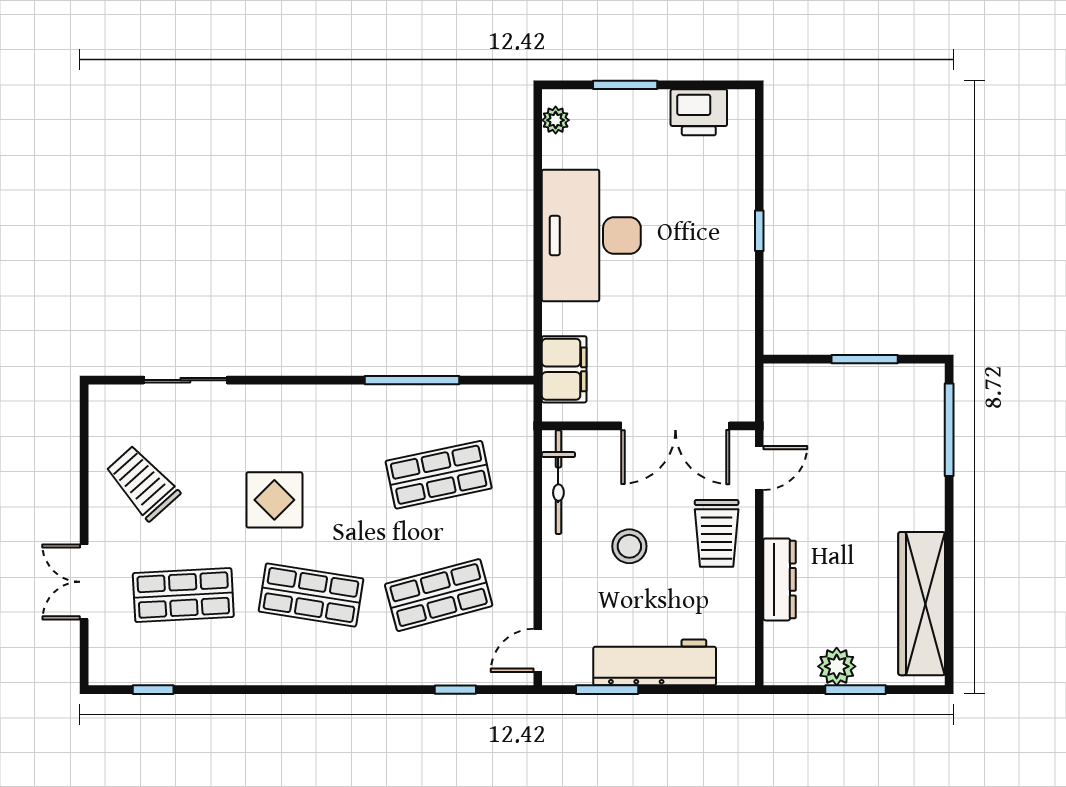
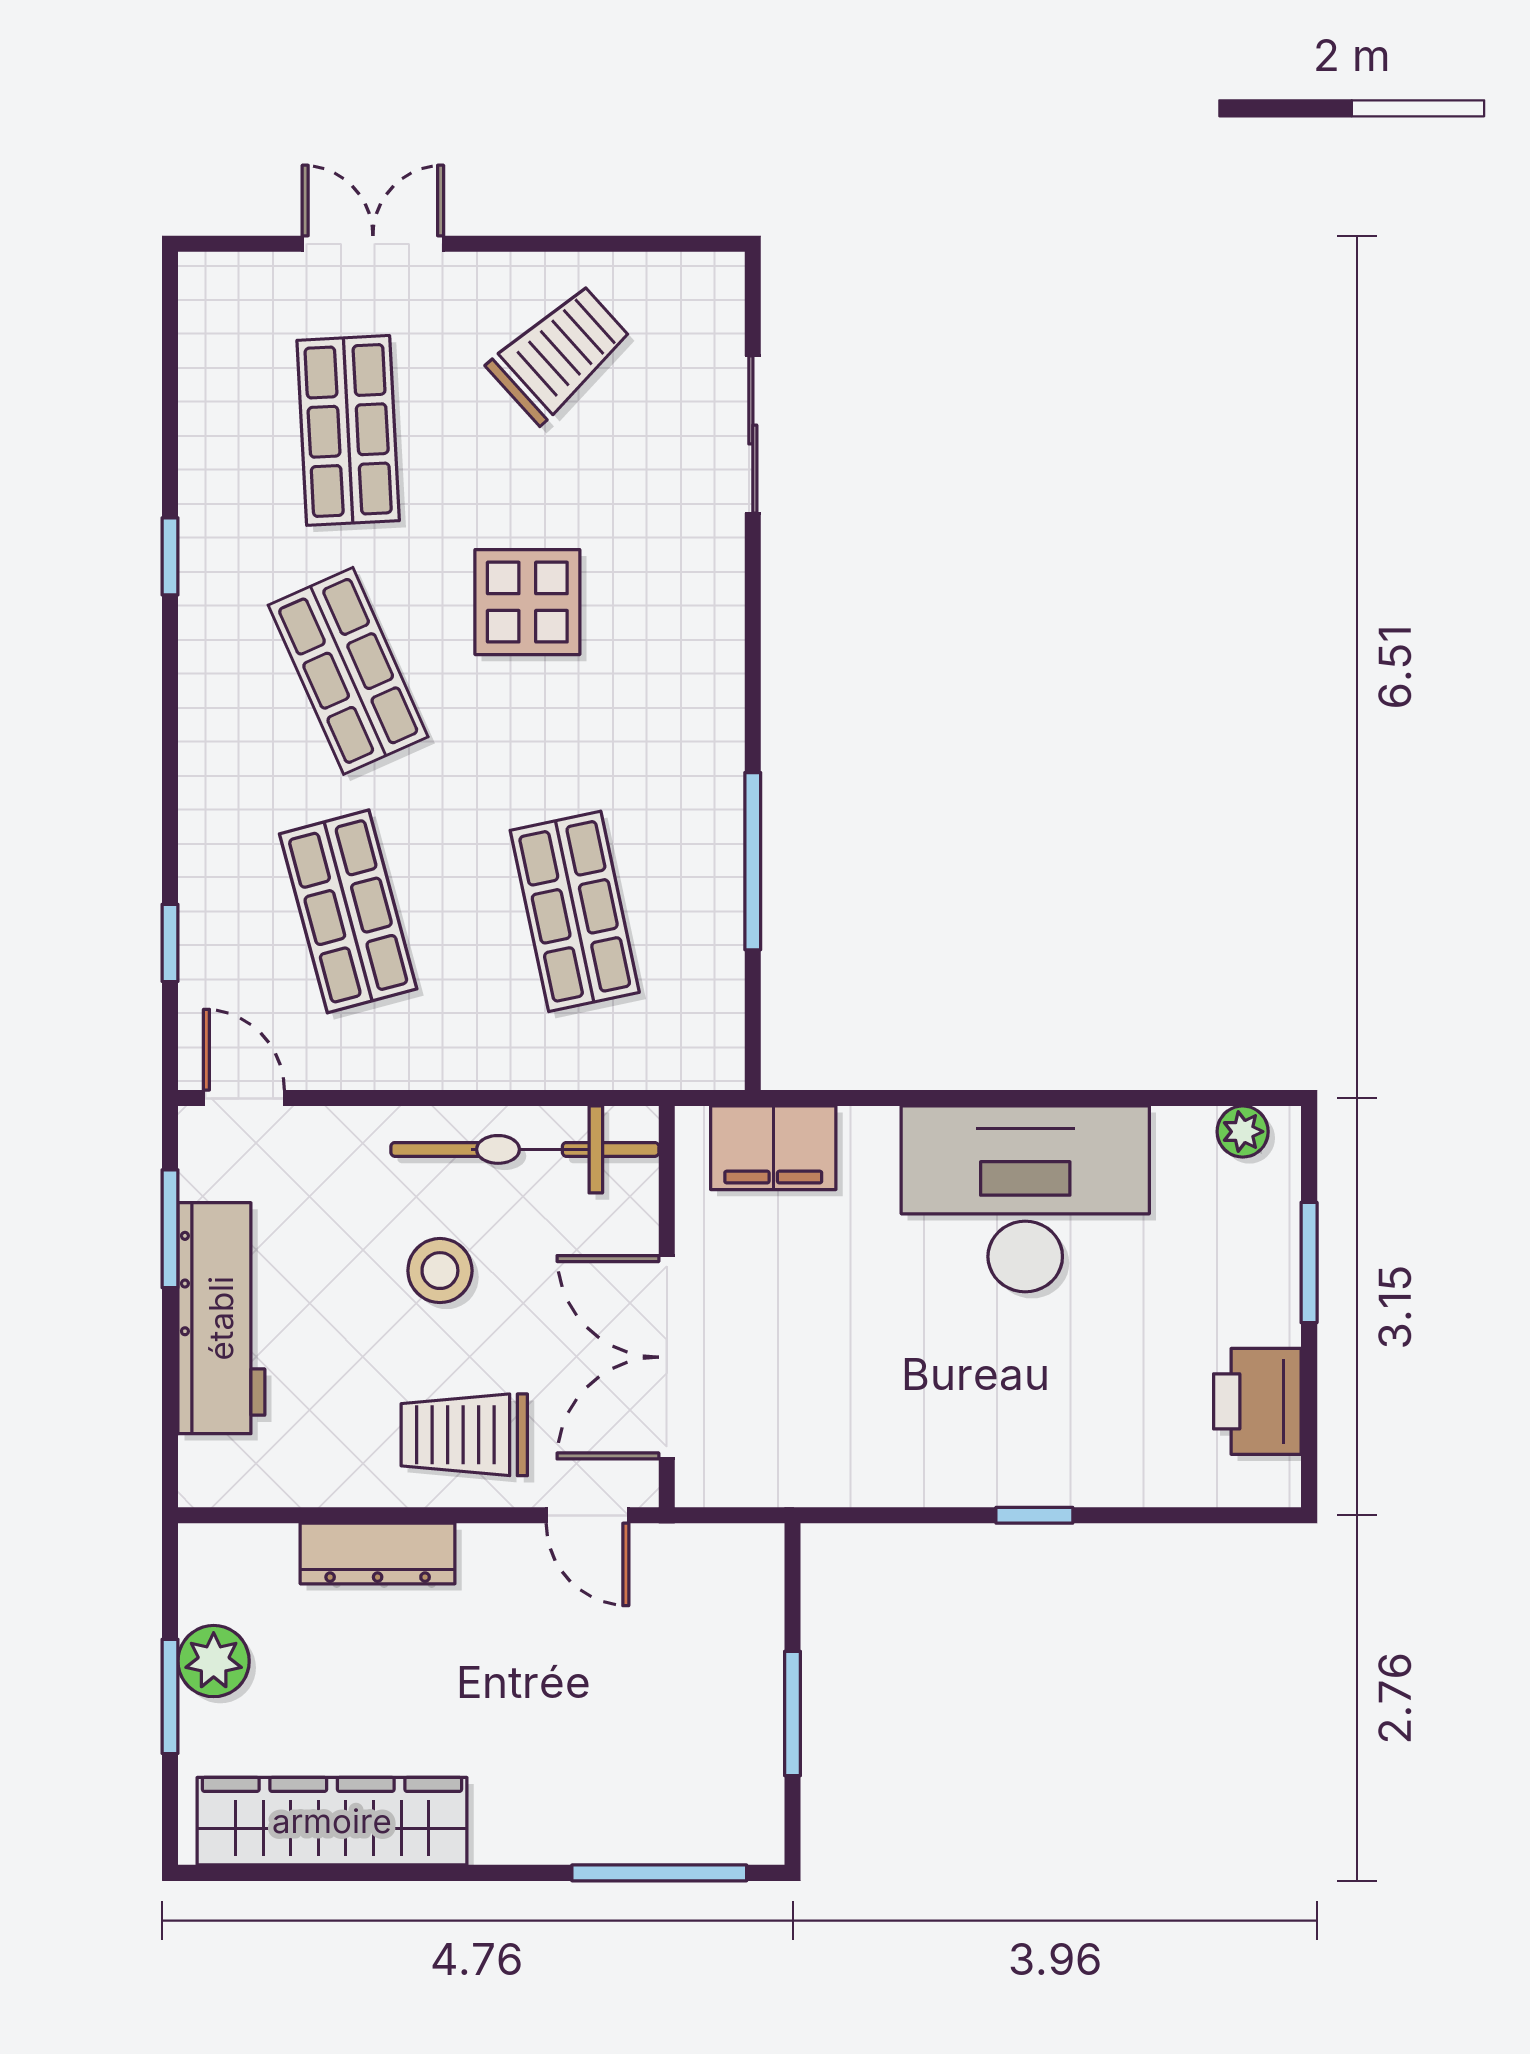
bicycle: (558, 482) -> (525, 1149), width x1.37, depth x1.40
shop shelf: (311, 595) -> (348, 671), turned -33
window: (153, 690) -> (170, 556), moved

